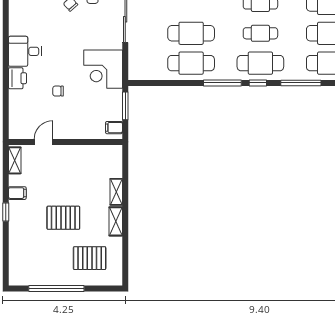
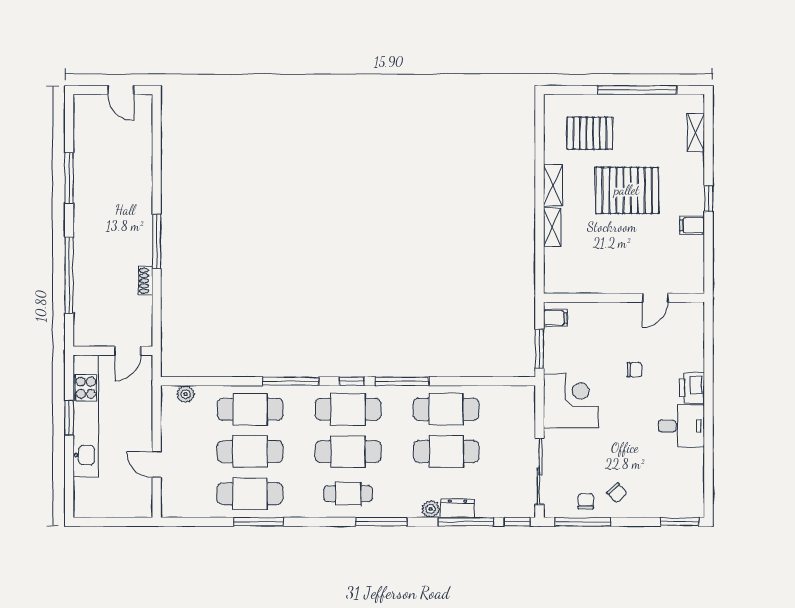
cafe table: (260, 33) -> (348, 452), width x1.37, depth x1.35
shelving: (15, 160) -> (696, 132), moved
pallet: (63, 218) -> (627, 190), width x1.37, depth x1.41

